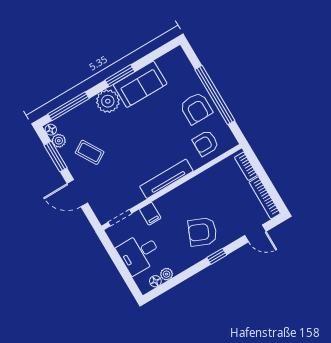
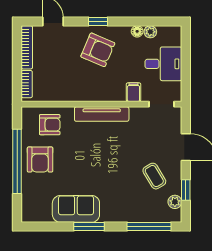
plant: (108, 101) -> (112, 211), removed
armchair: (196, 108) -> (40, 159), turned 180
floor lamp: (51, 130) -> (176, 215), removed
window: (55, 156) -> (186, 190), width x0.67
floor lamp: (155, 281) -> (137, 31), moved

